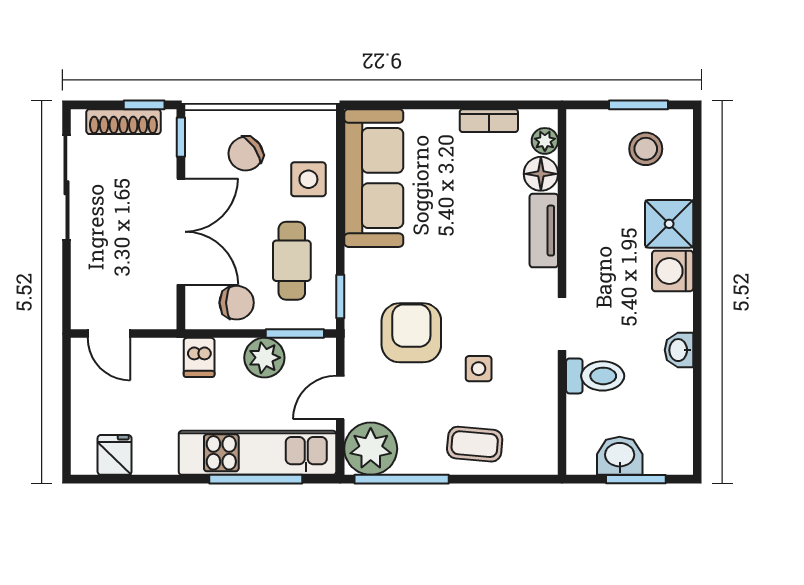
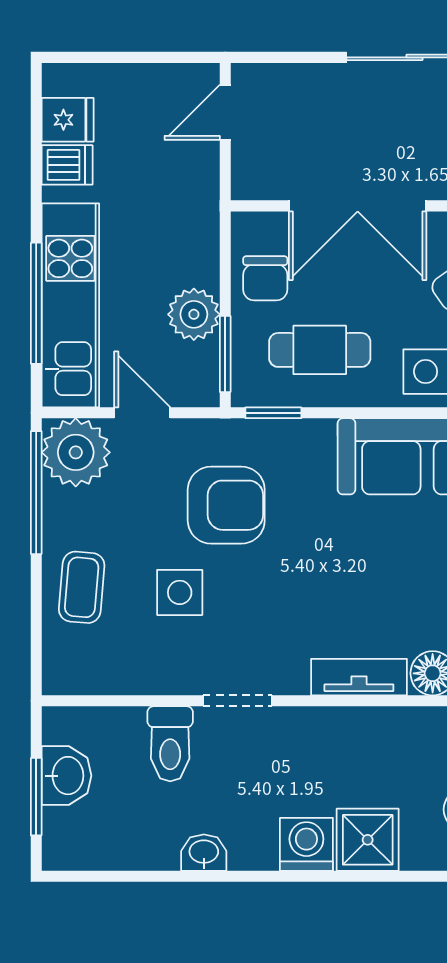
dishwasher: (199, 357) -> (67, 165), moved, turned 180
side table: (479, 369) -> (180, 592), width x1.37, depth x1.37

